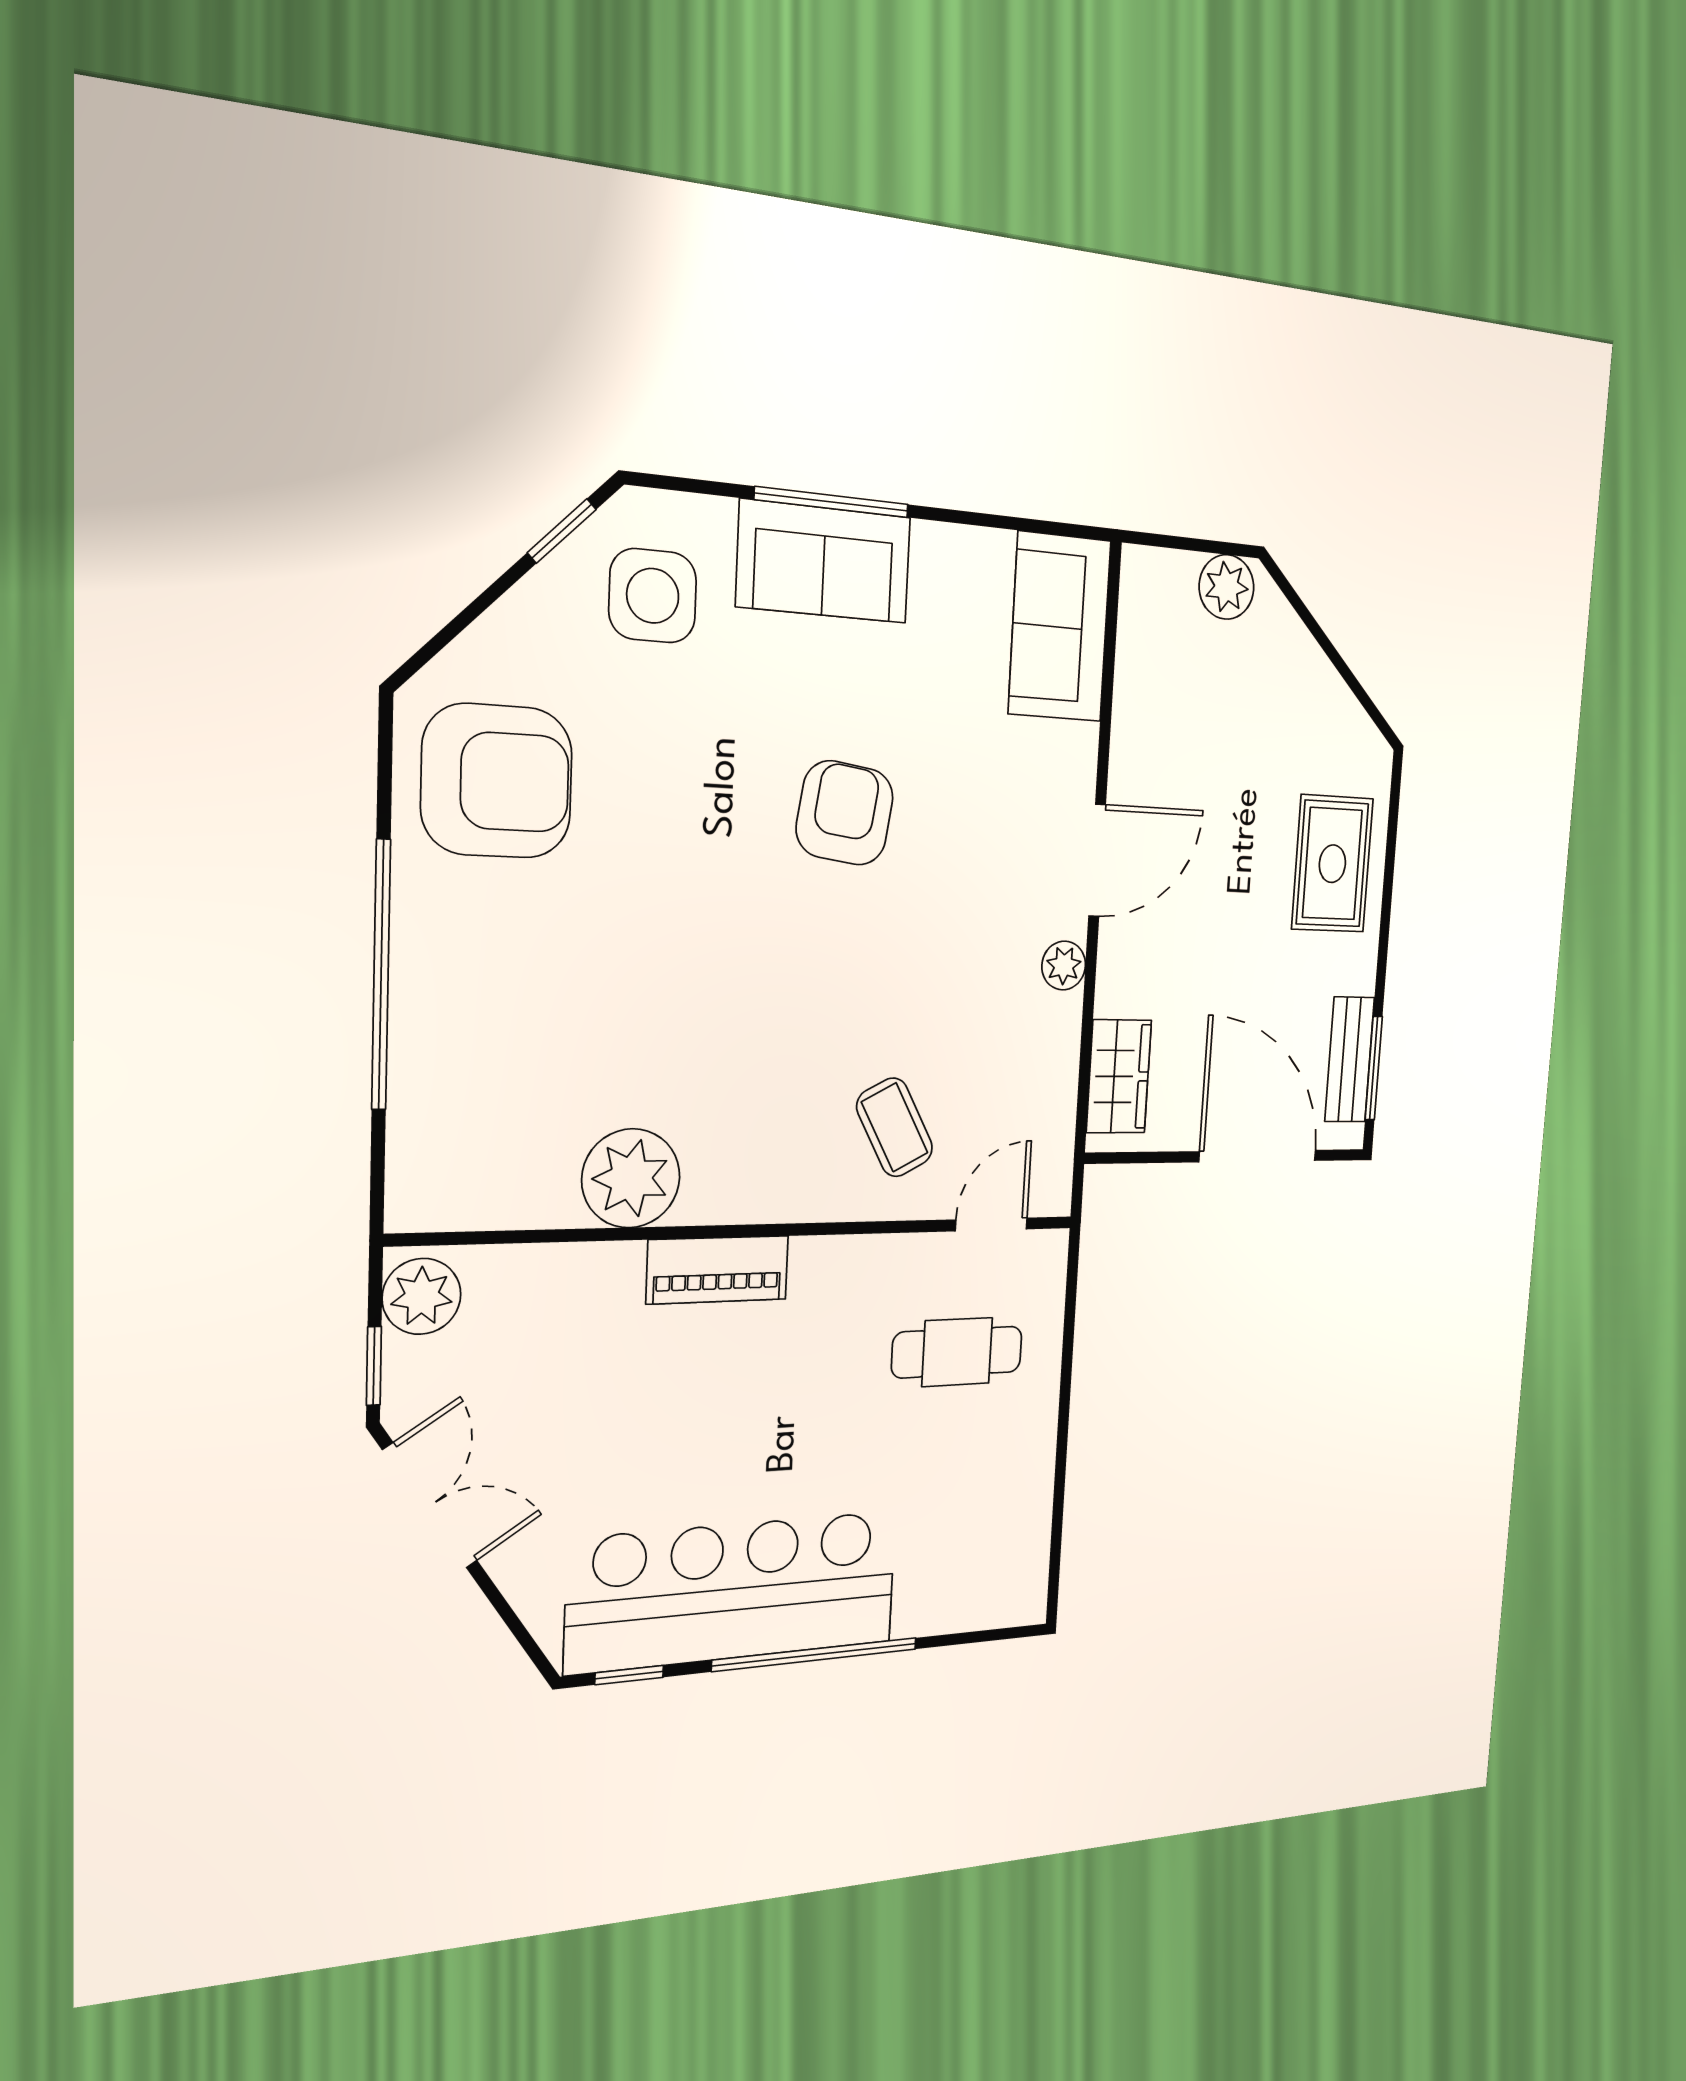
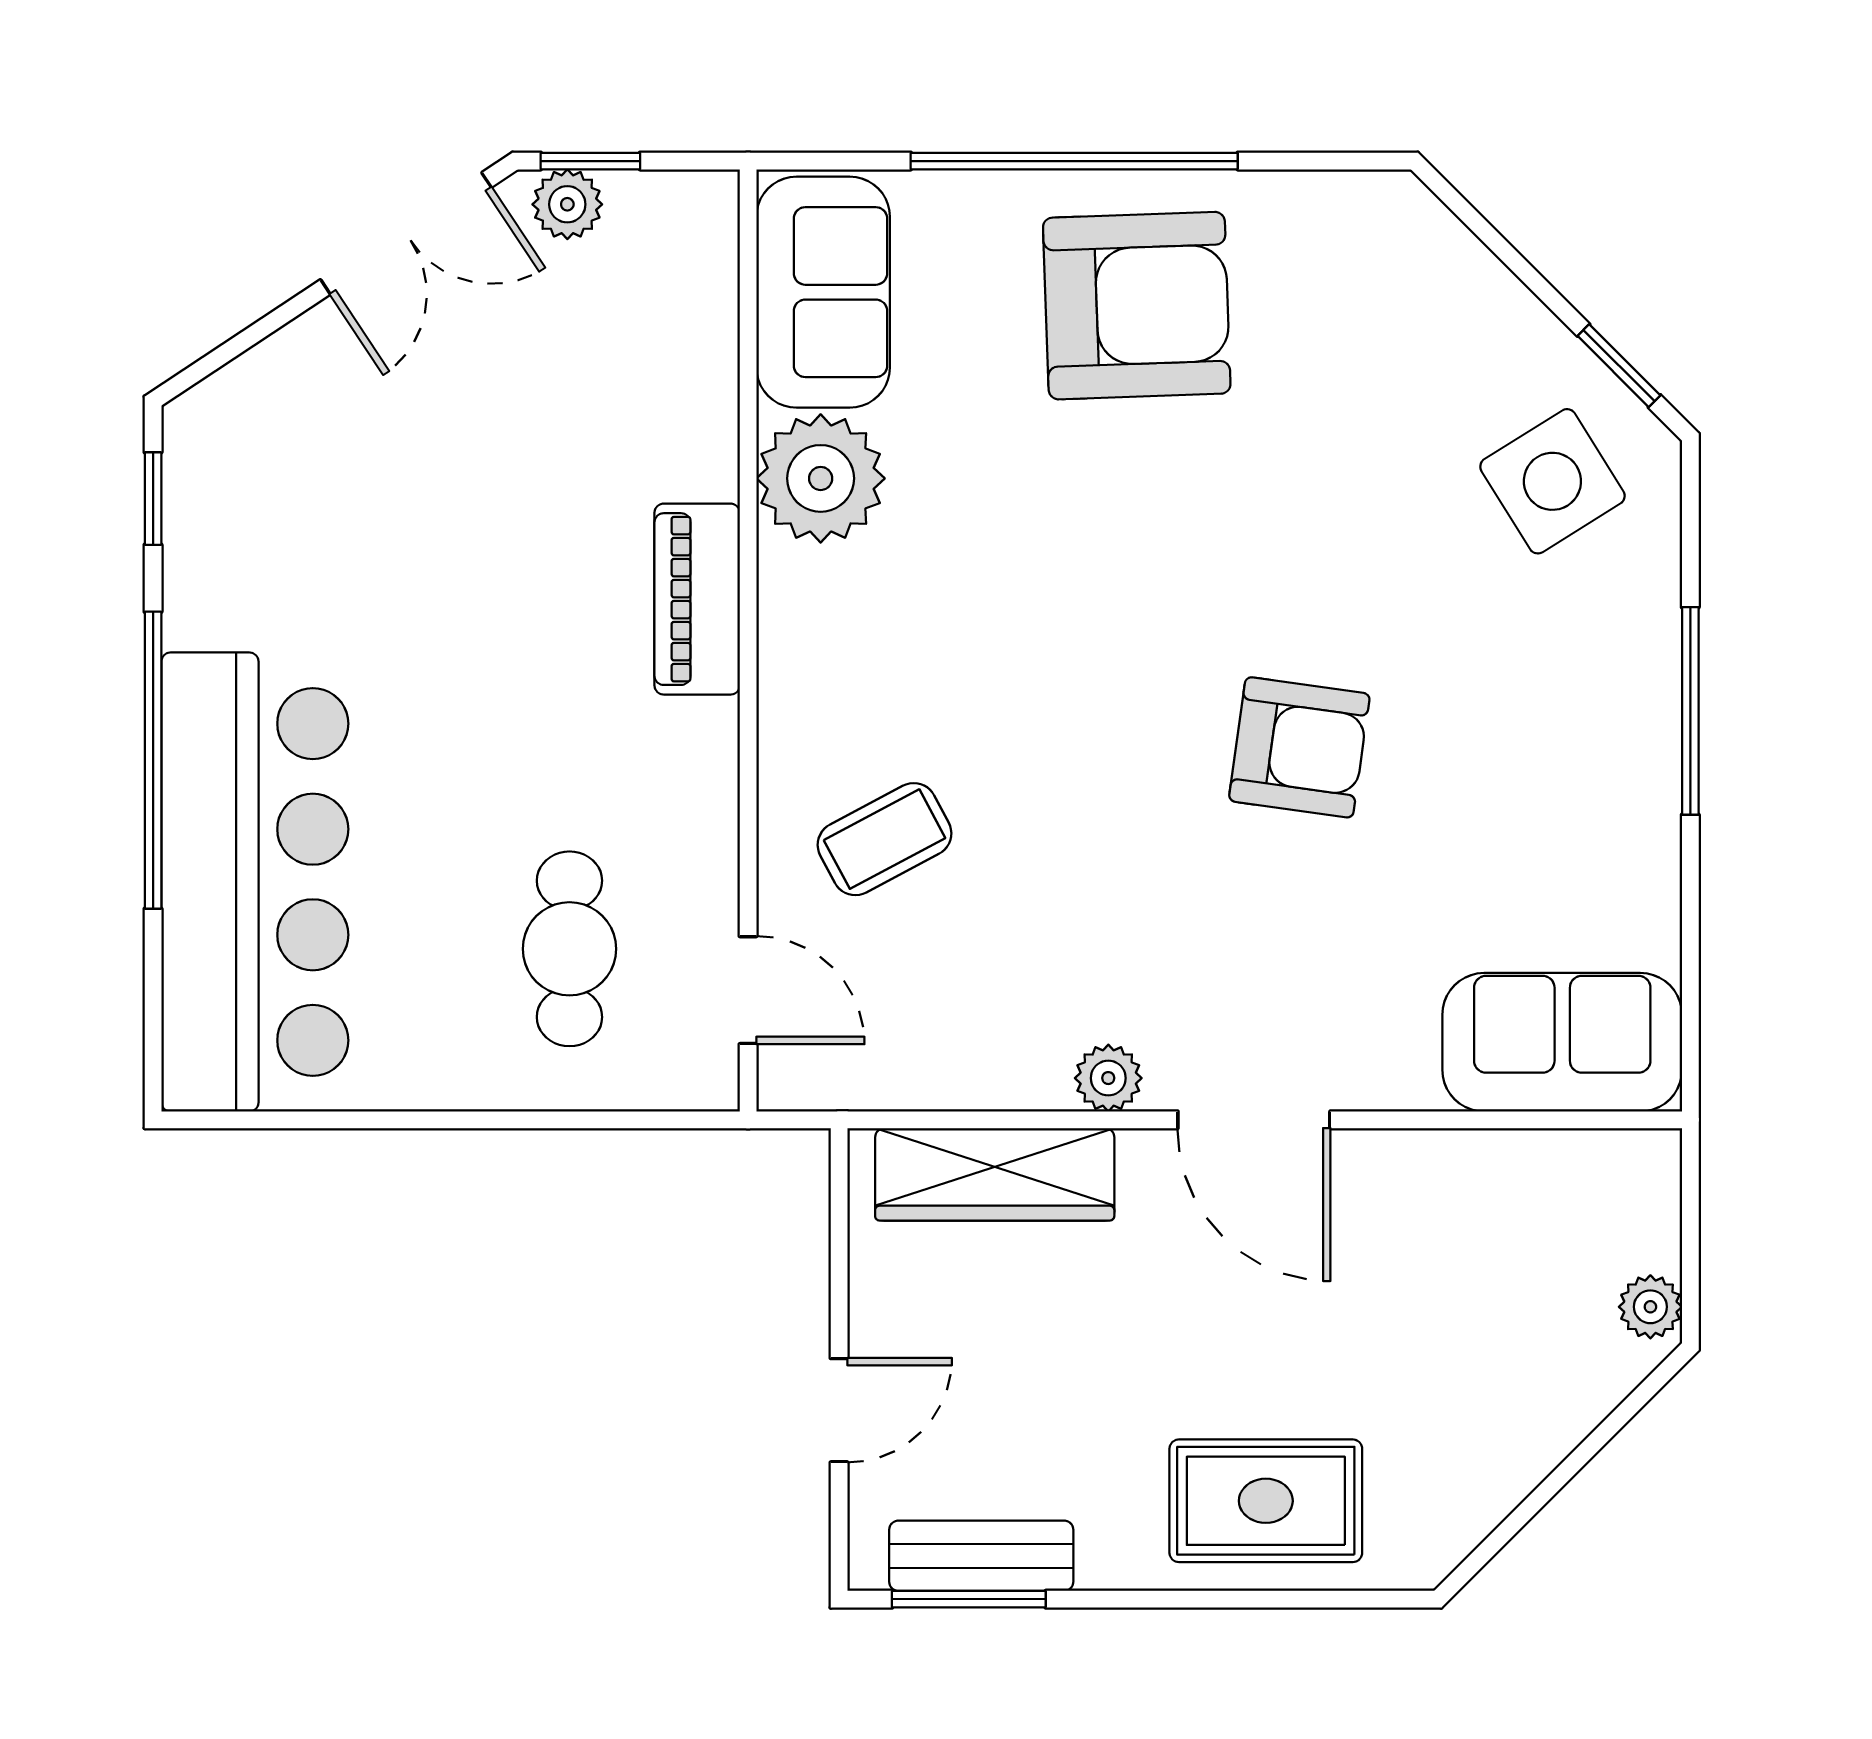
sofa: (824, 562) -> (823, 292), moved, turned 180
plant: (1227, 587) -> (1650, 1307), width x0.73, depth x0.73
side table: (653, 596) -> (1552, 481), turned -32
armchair: (497, 781) -> (1137, 306), moved, turned -92
wardrobe: (1119, 1076) -> (995, 1174), width x1.50
door: (1258, 1156) -> (839, 1410), width x0.53
plant: (422, 1296) -> (567, 204), moved, width x0.73, depth x0.73
bar counter: (734, 1591) -> (255, 882), moved

